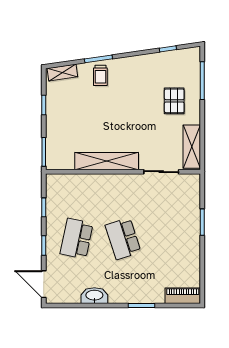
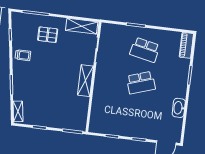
trolley: (100, 75) -> (23, 55), moved
shelving: (107, 161) -> (85, 81), width x0.68
school desk: (77, 239) -> (145, 50), moved

